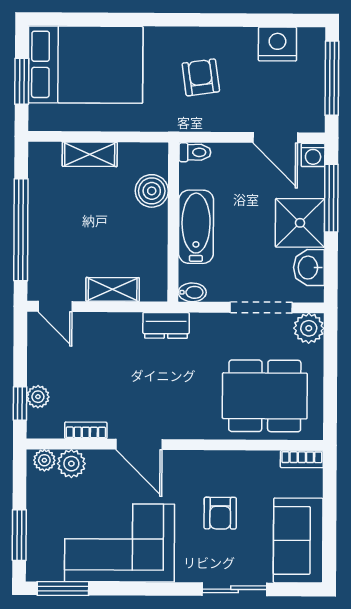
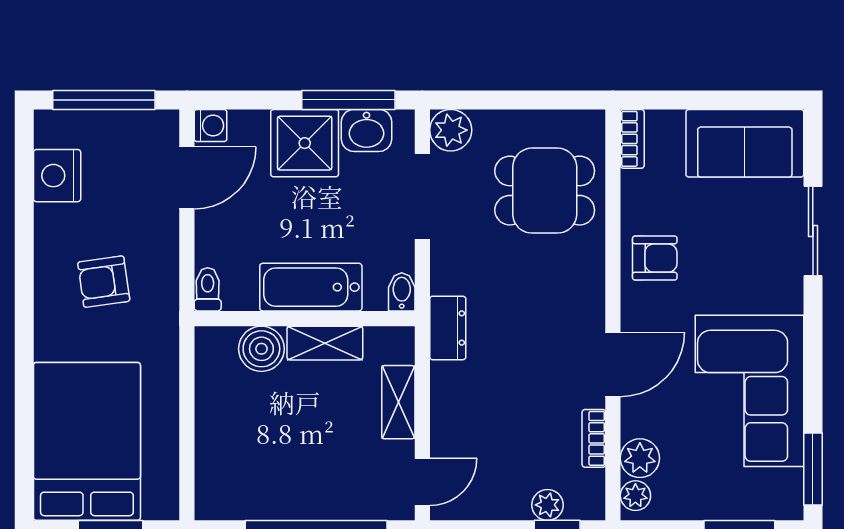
shelving: (90, 154) -> (325, 343), moved, turned 90
window: (331, 198) -> (348, 100), moved
dining table: (265, 396) -> (545, 191), width x0.73
armchair: (220, 513) -> (655, 258), moved

